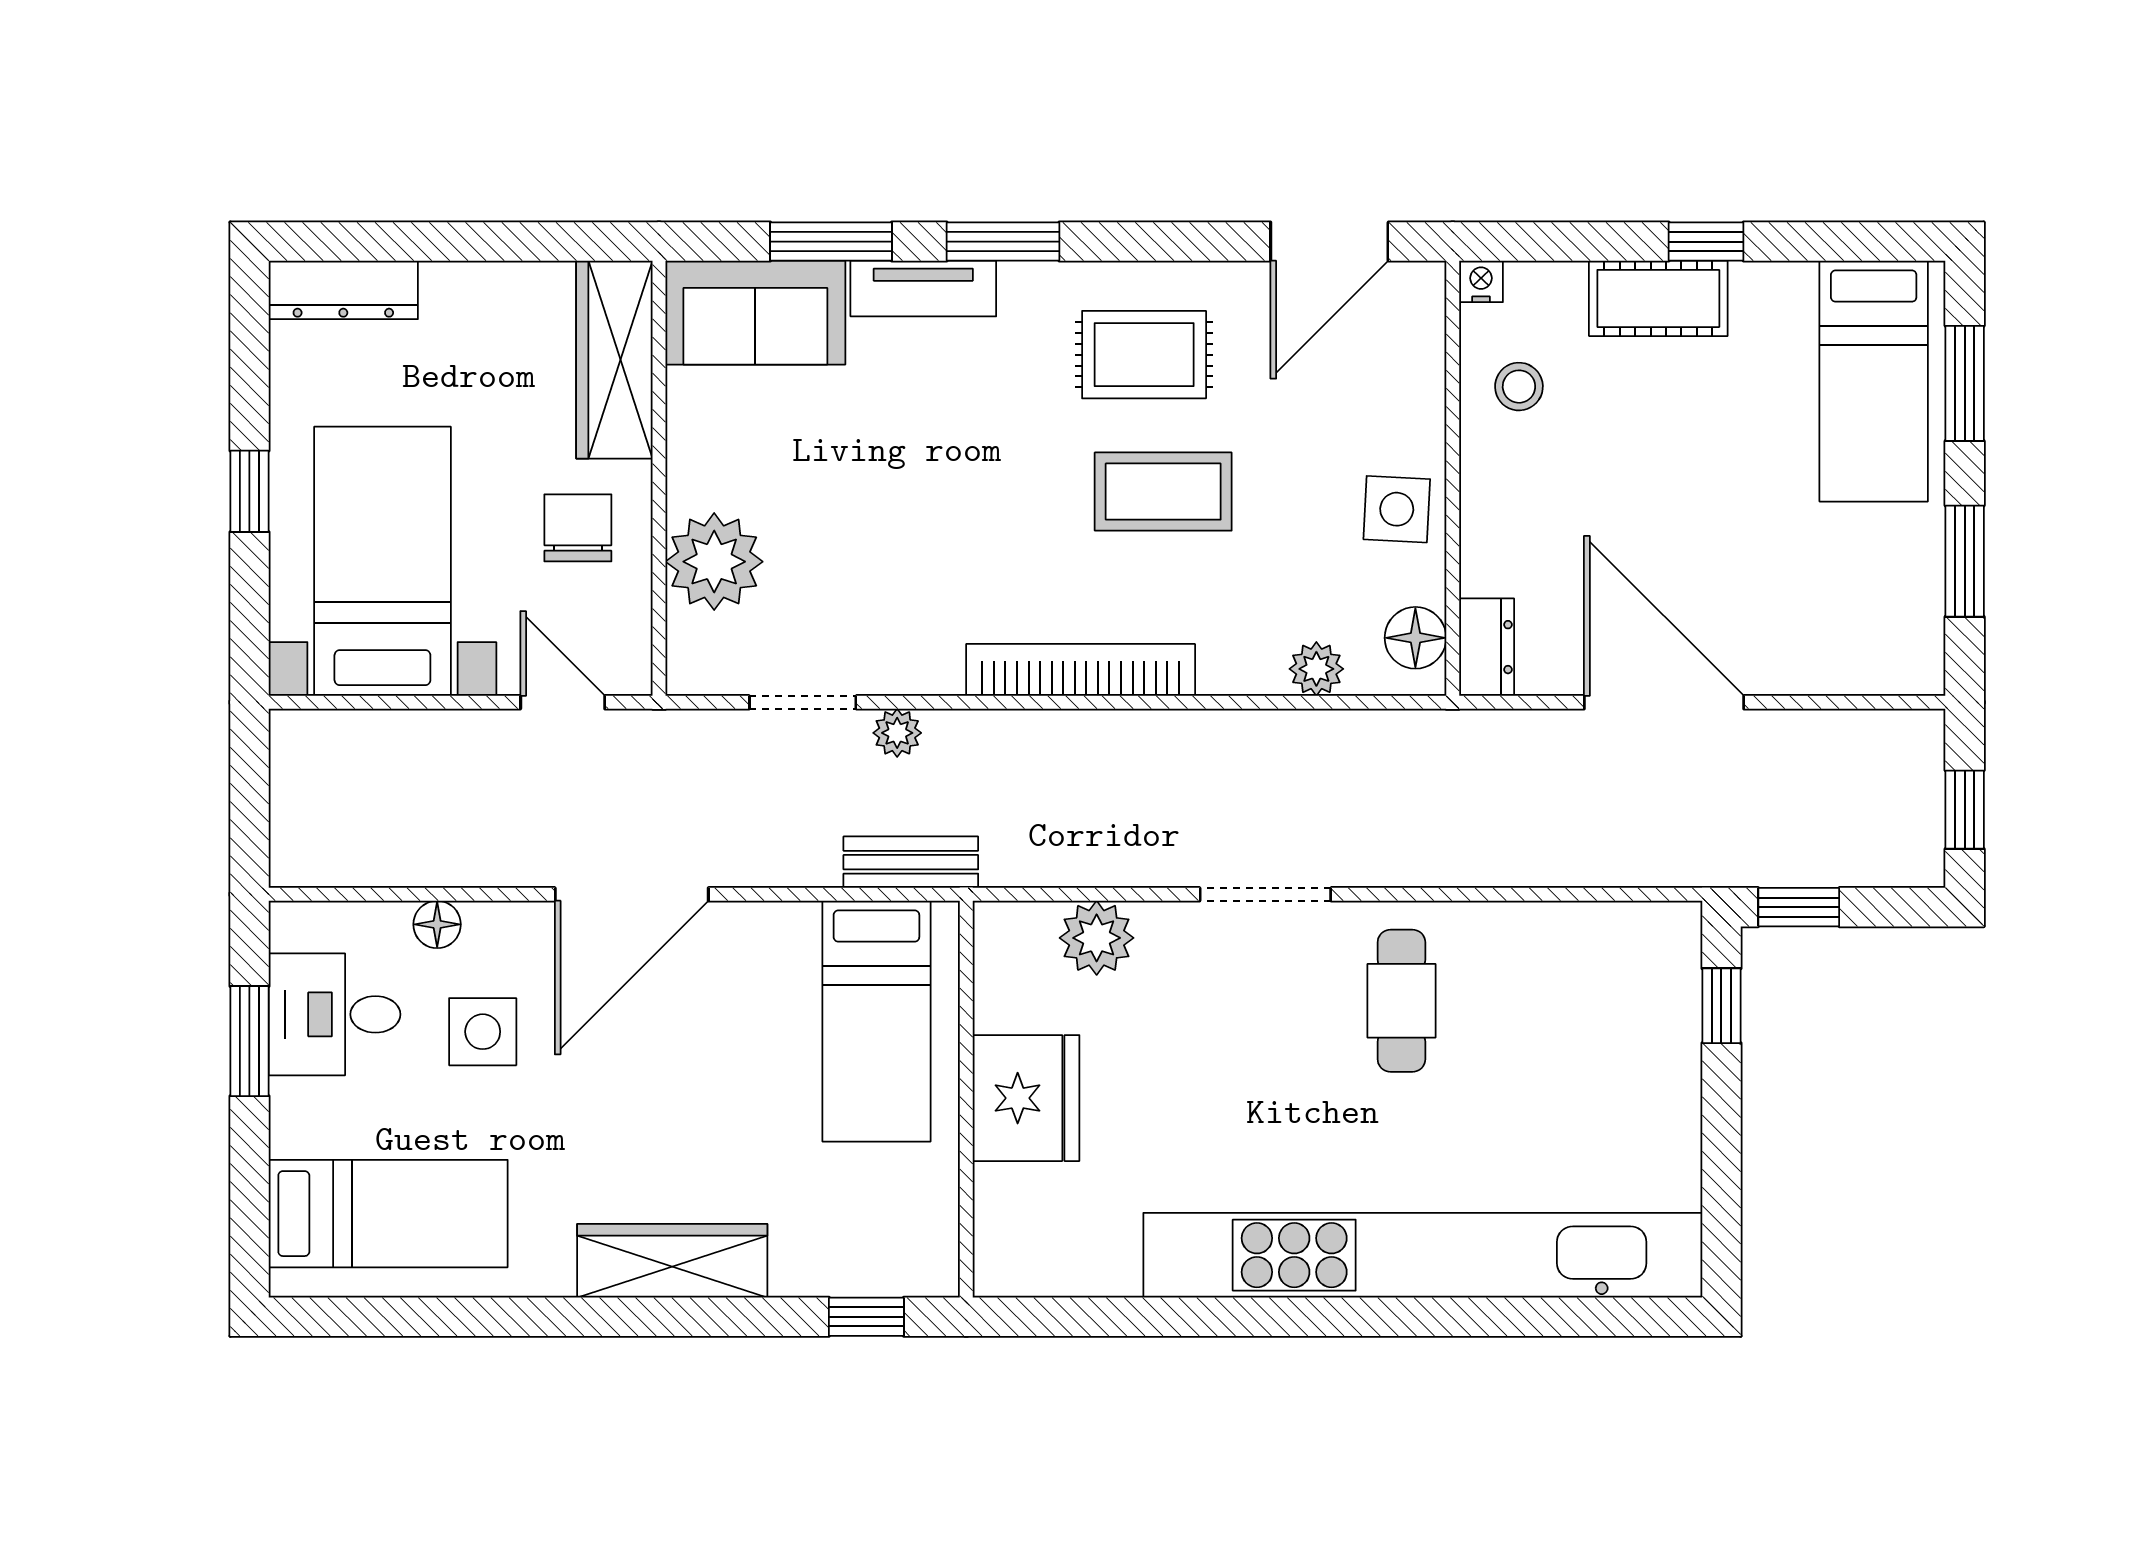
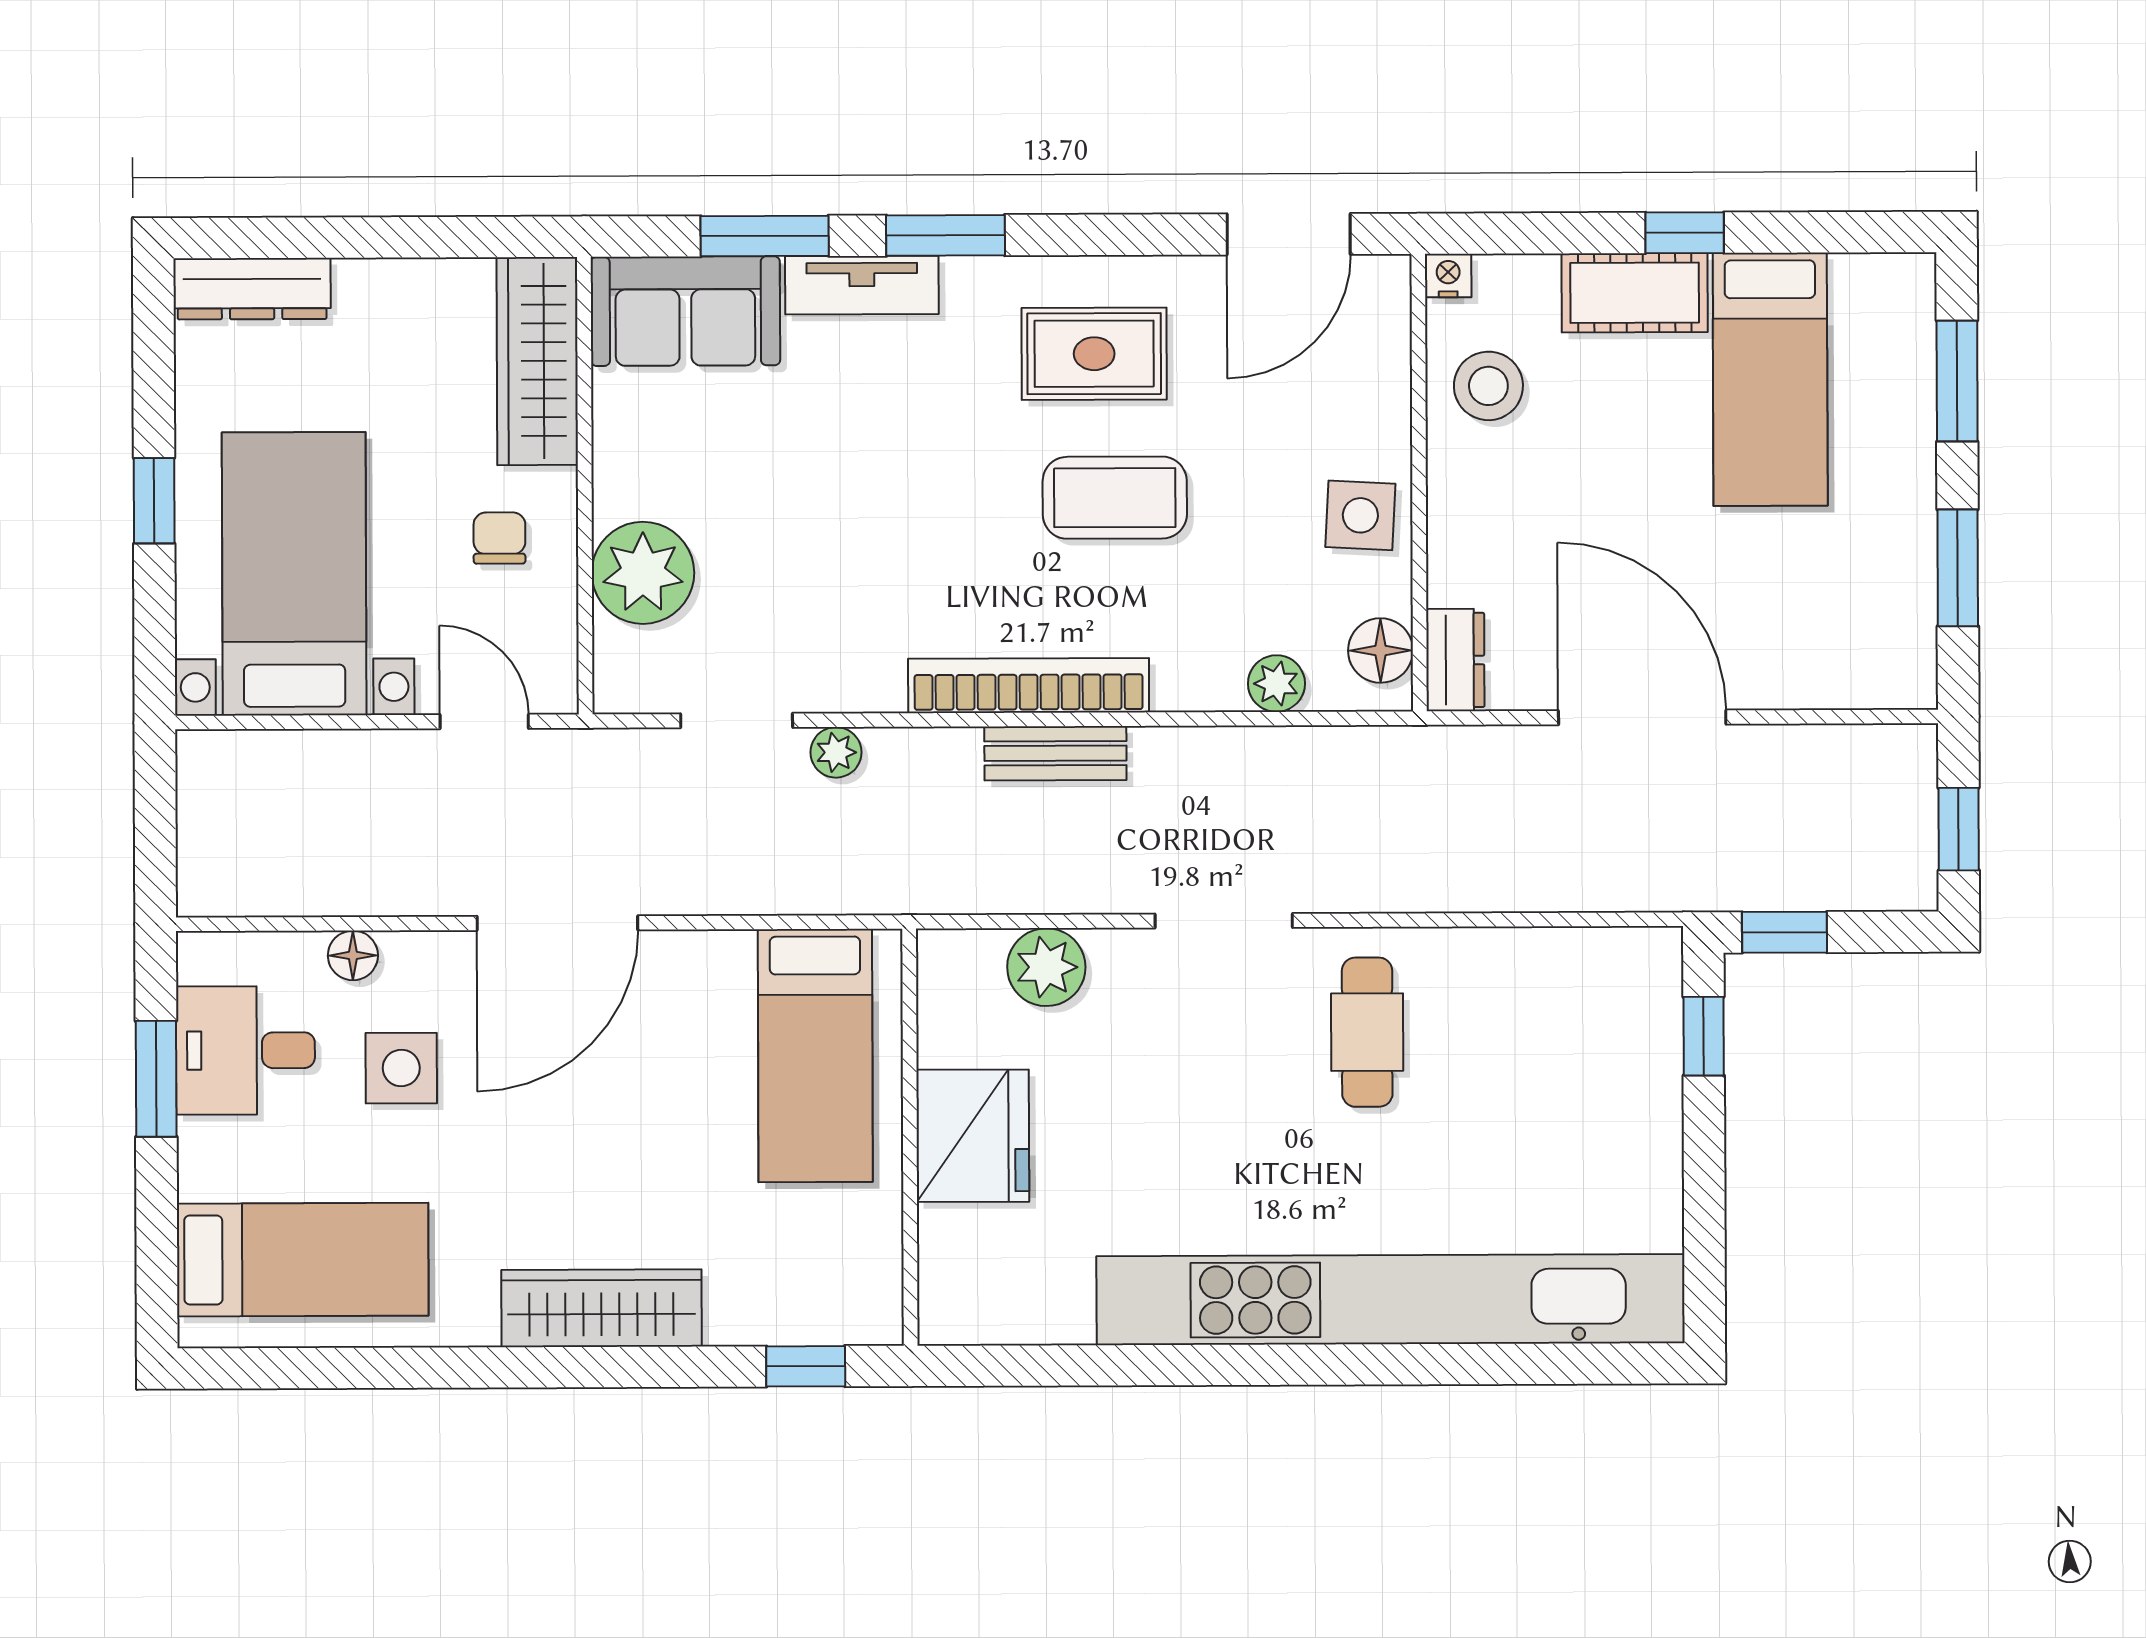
bed: (1874, 381) -> (1770, 379), moved
stool: (1519, 387) -> (1488, 386), width x1.37, depth x1.37
chair: (578, 528) -> (499, 538), width x0.73, depth x0.73
bench: (911, 862) -> (1055, 753), moved

